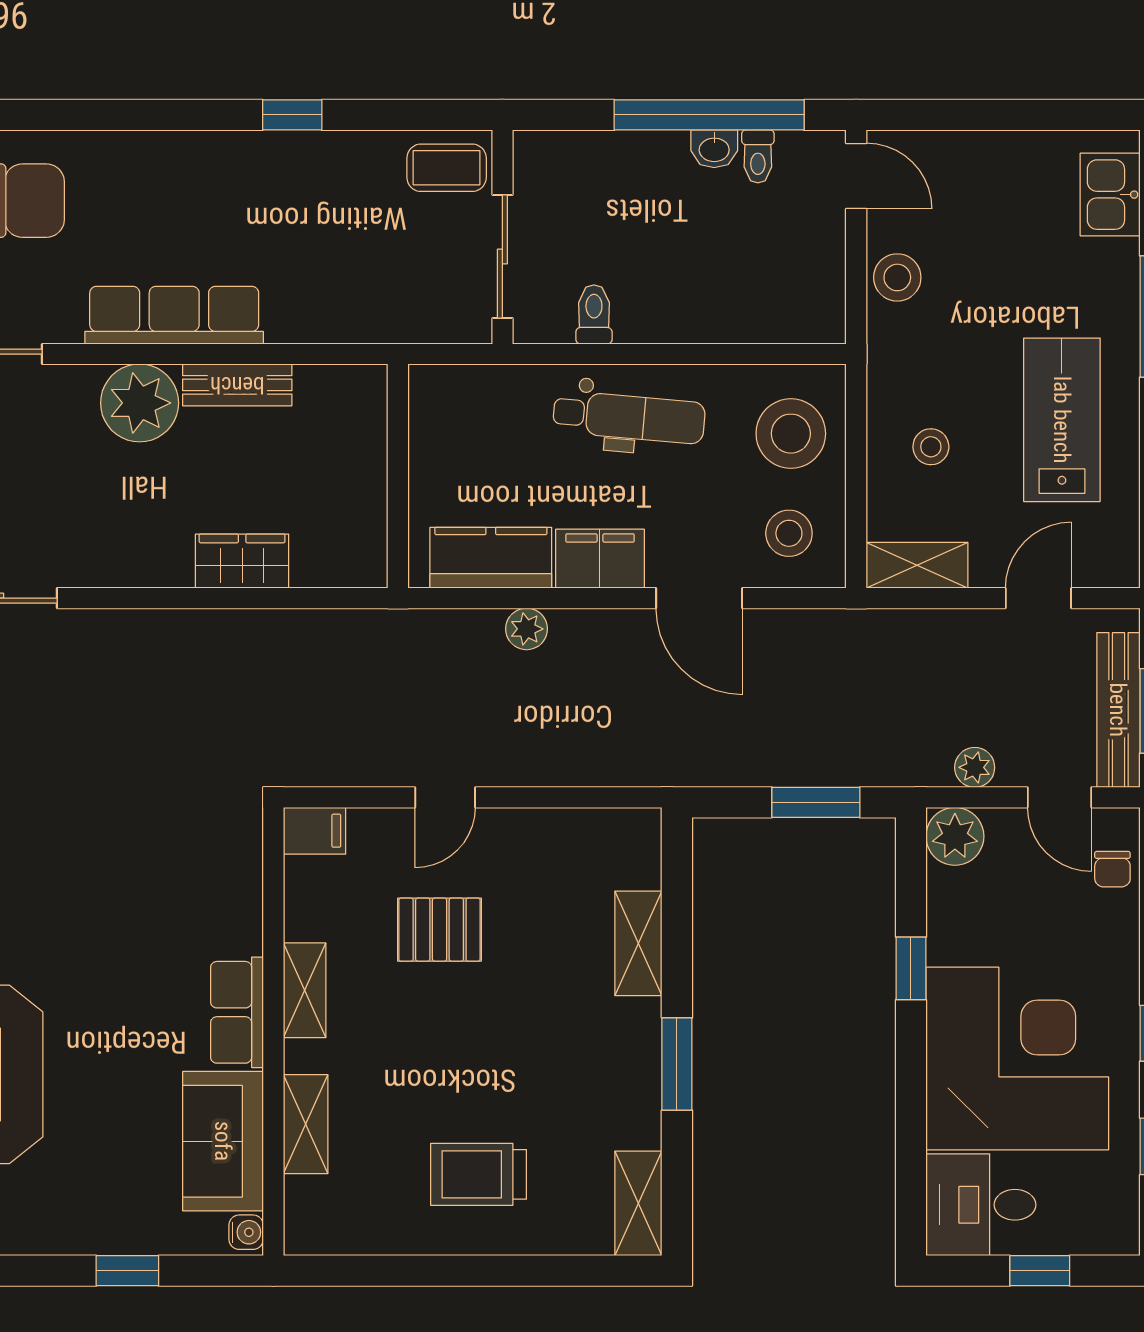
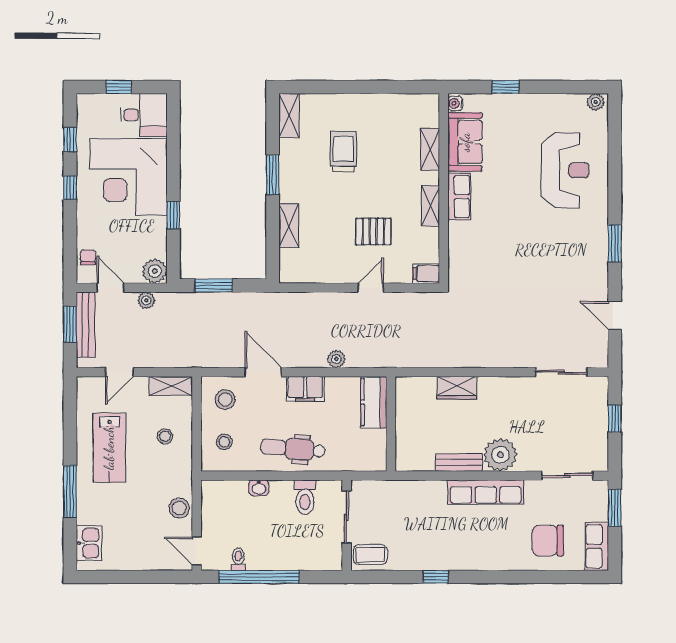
washbasin: (714, 149) -> (259, 488), moved, turned 180
toilet: (594, 314) -> (305, 497), width x1.37, depth x1.39
stool: (791, 434) -> (224, 442), width x0.53, depth x0.53
kitchen counter: (491, 558) -> (374, 402), moved, turned 90
trolley: (478, 1174) -> (343, 152), moved, turned -90

